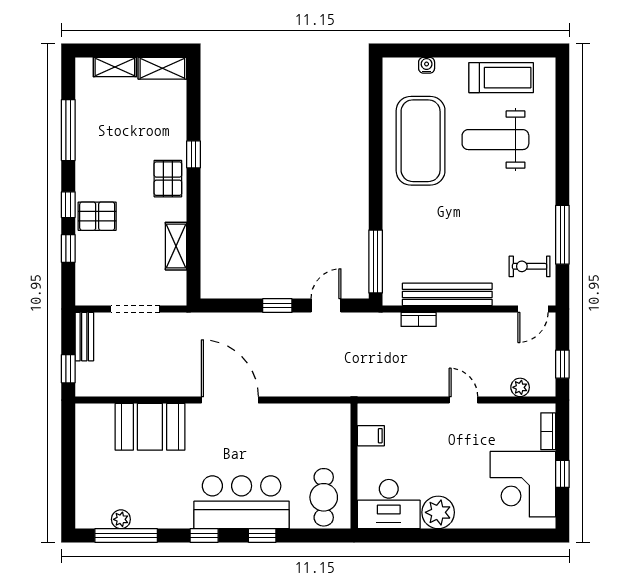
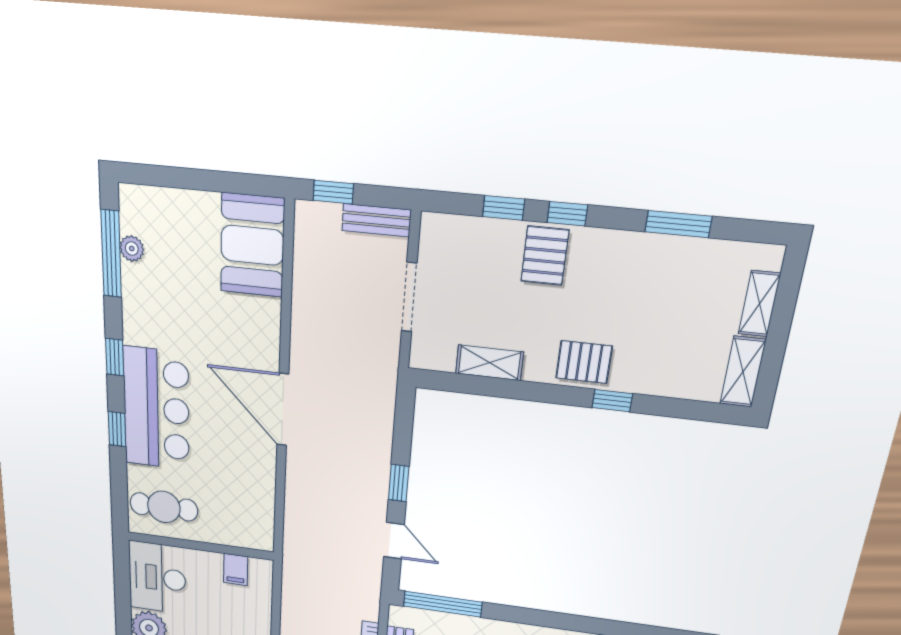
window: (68, 130) -> (678, 224), width x0.69
door: (230, 400) -> (283, 410), swing flipped
booth: (150, 427) -> (252, 245), moved

